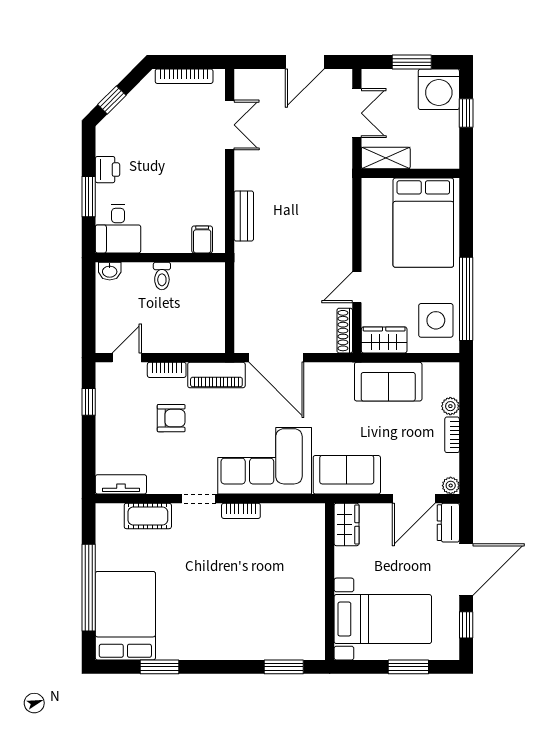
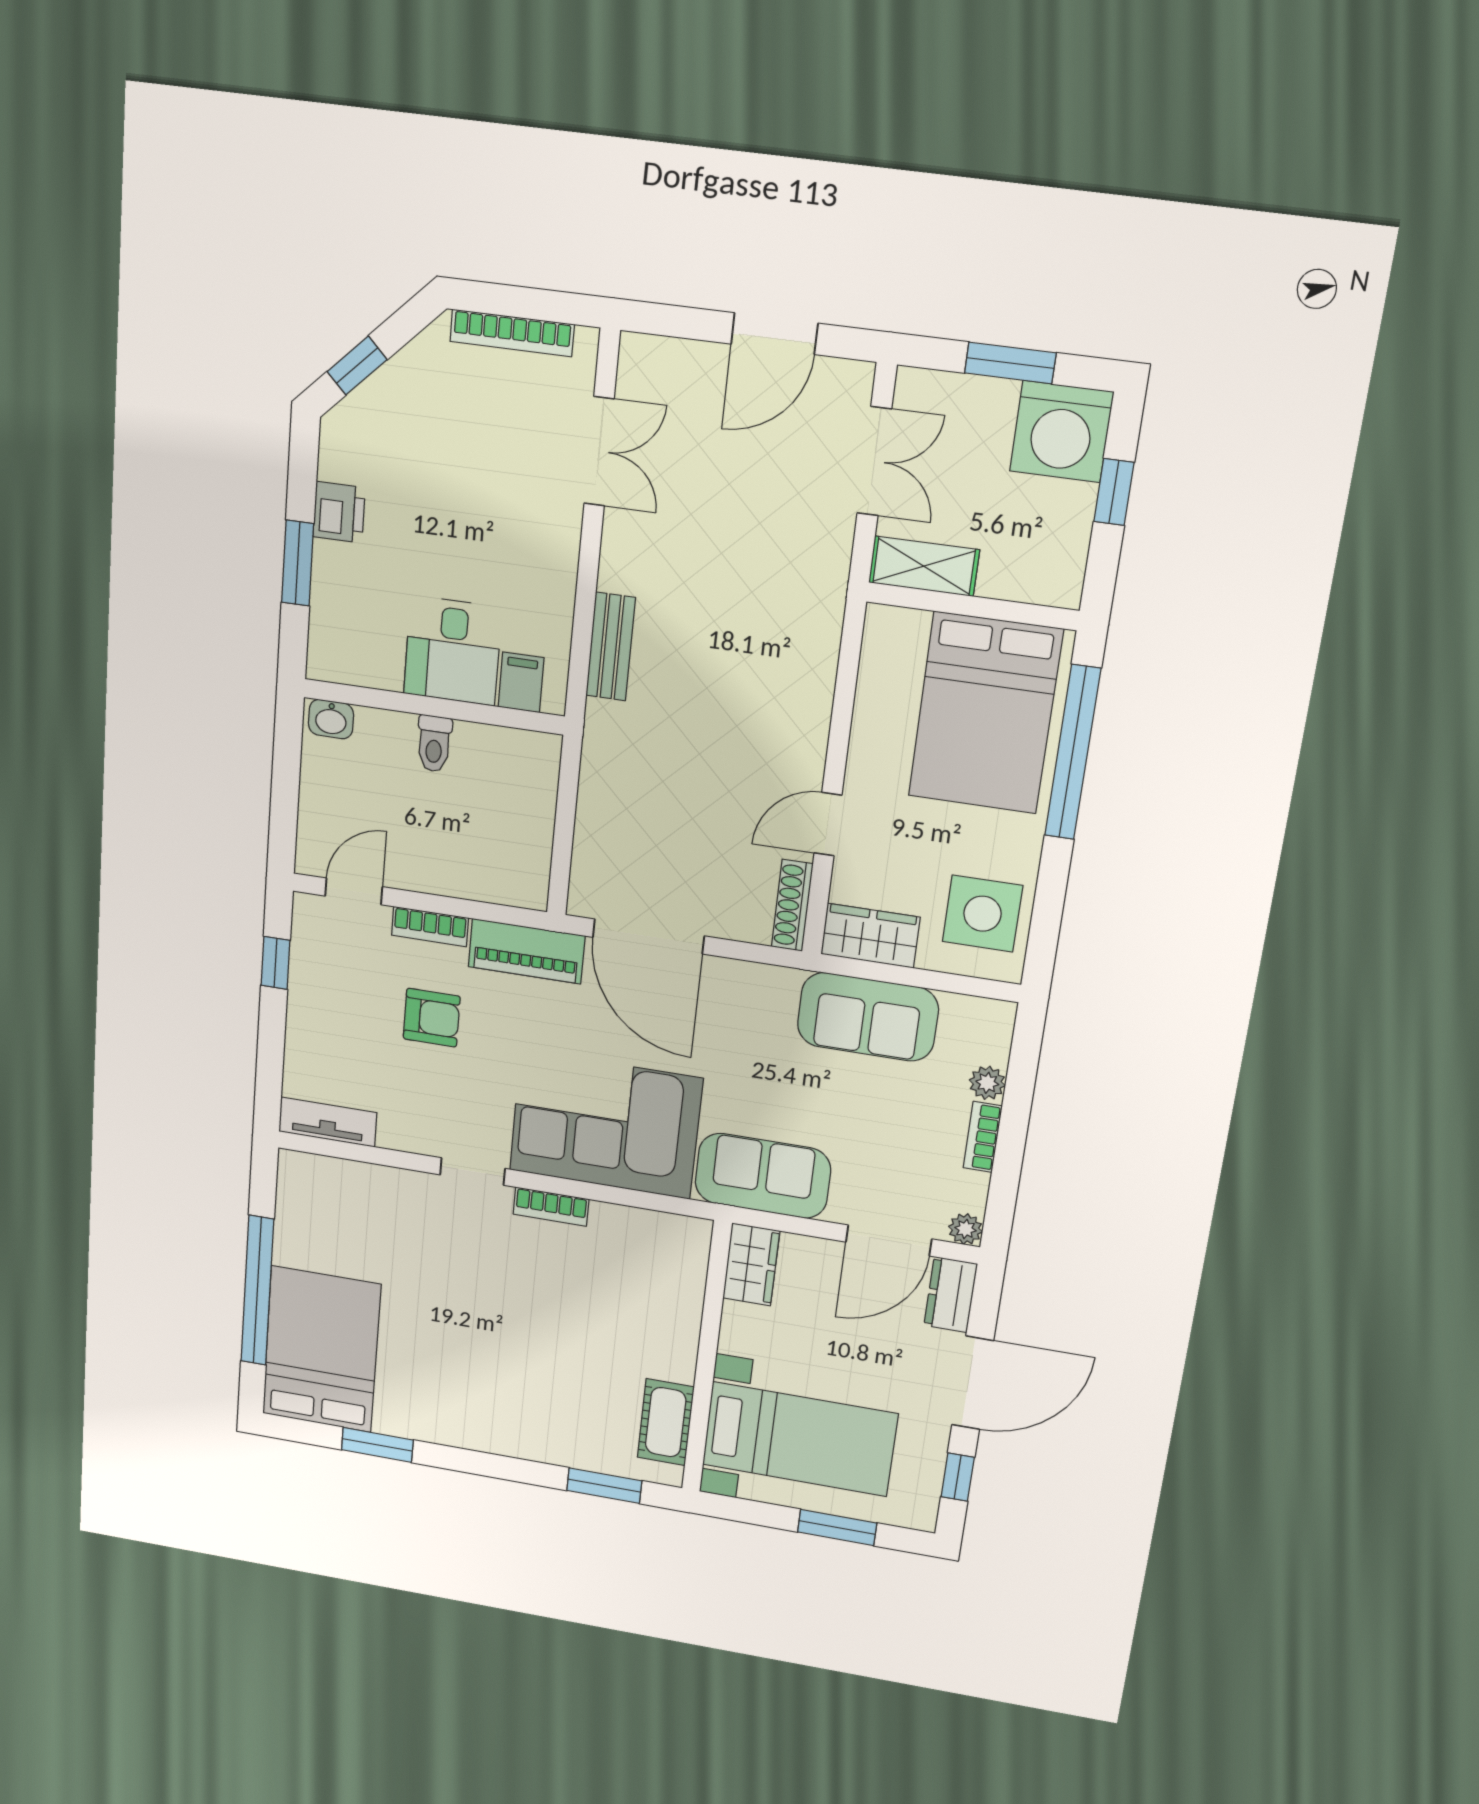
desk: (118, 229) -> (453, 651), moved
window: (466, 299) -> (1073, 753), moved
cot: (148, 516) -> (666, 1422), moved, turned 90

